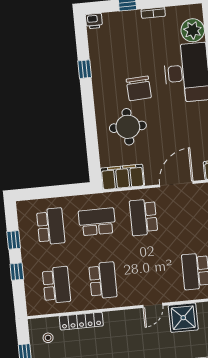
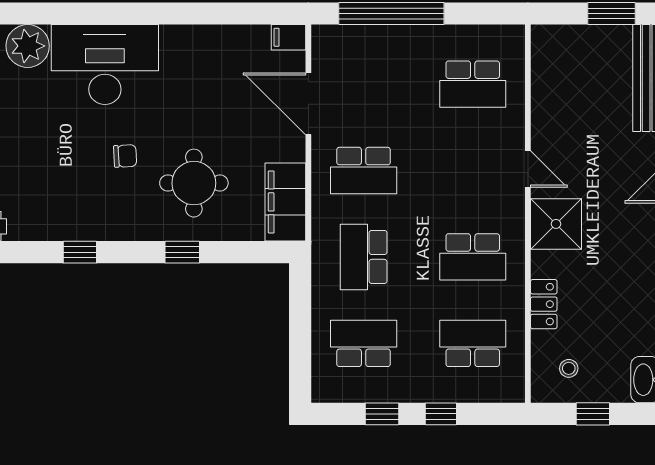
chair: (139, 88) -> (125, 156), width x0.54, depth x0.54
window: (90, 124) -> (182, 252), added
school desk: (103, 280) -> (473, 257), turned 180
shower: (183, 318) -> (556, 224), moved
locker: (81, 321) -> (544, 304), width x0.66

